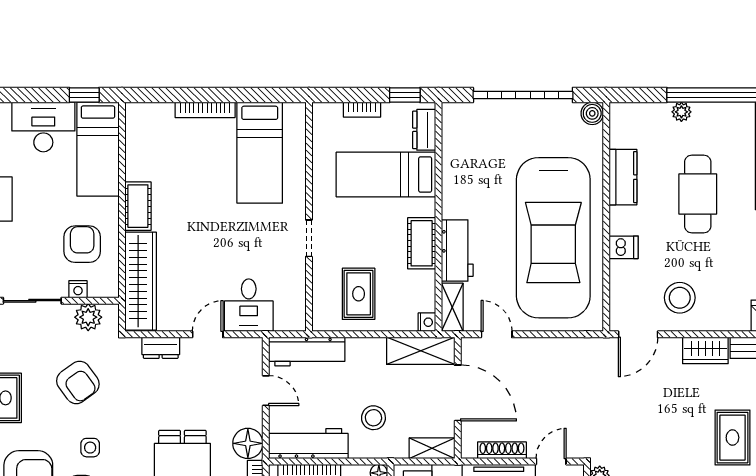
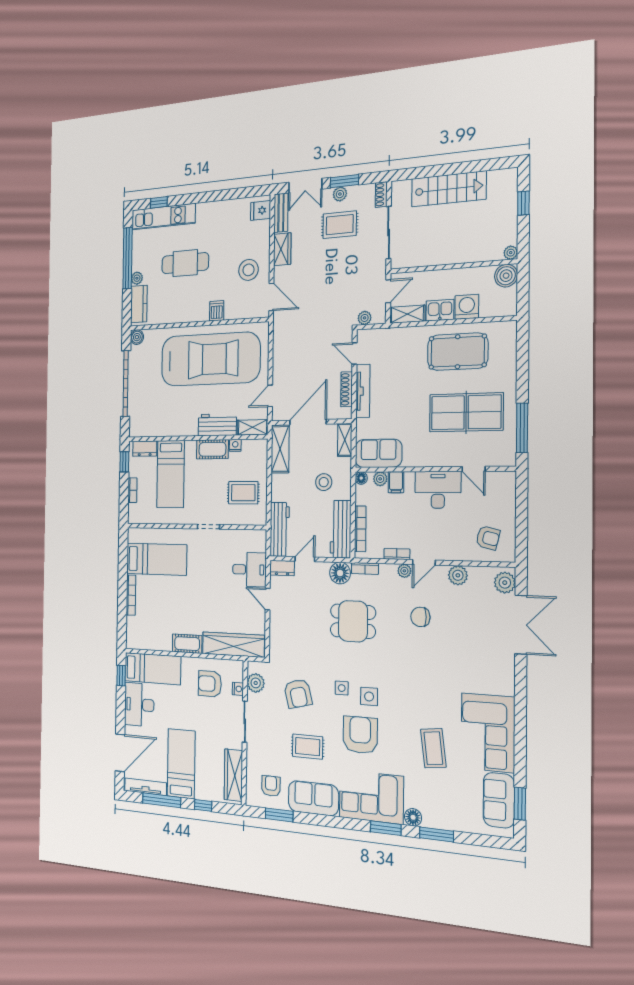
kitchen counter: (623, 177) -> (139, 304), moved, turned 90
nightstand: (427, 322) -> (235, 445), moved
dresser: (161, 348) -> (282, 568), moved, turned 90
armchair: (78, 382) -> (298, 694), turned 112

